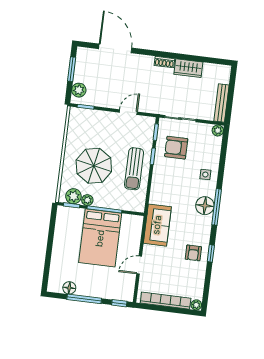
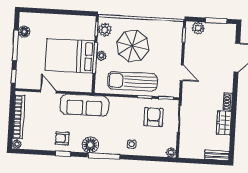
bench: (222, 103) -> (217, 155), moved, width x0.73
sun lounger: (134, 169) -> (132, 81), width x1.36, depth x1.34
plant: (87, 200) -> (101, 56), moved
floor lamp: (205, 206) -> (90, 145), moved
sofa: (157, 225) -> (84, 105), width x1.36

